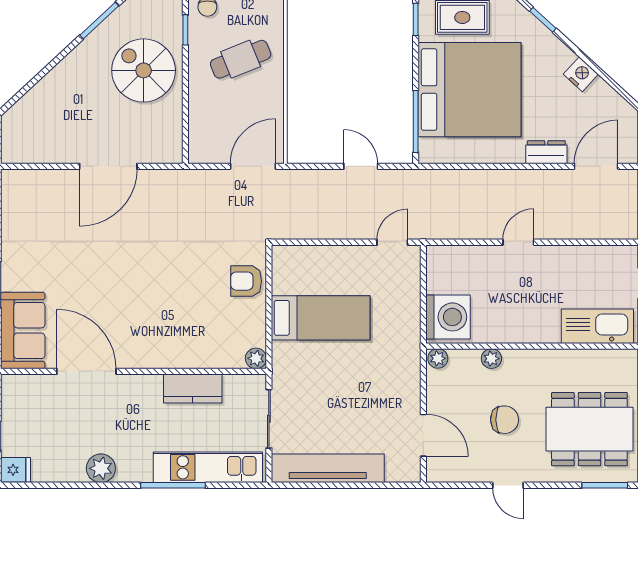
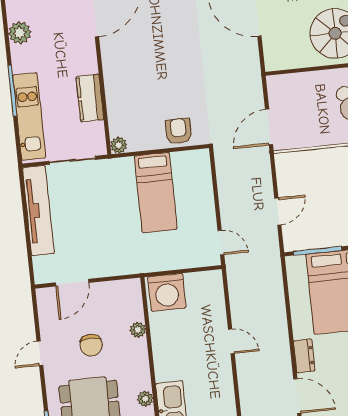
door: (253, 166) -> (269, 127), swing flipped
plant: (438, 358) -> (145, 399), moved

